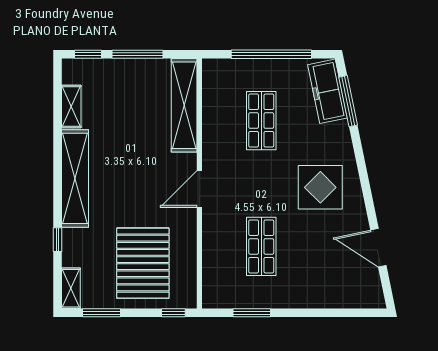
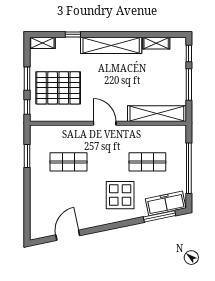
display table: (320, 187) -> (120, 195), moved
window: (101, 313) -> (27, 79), moved

